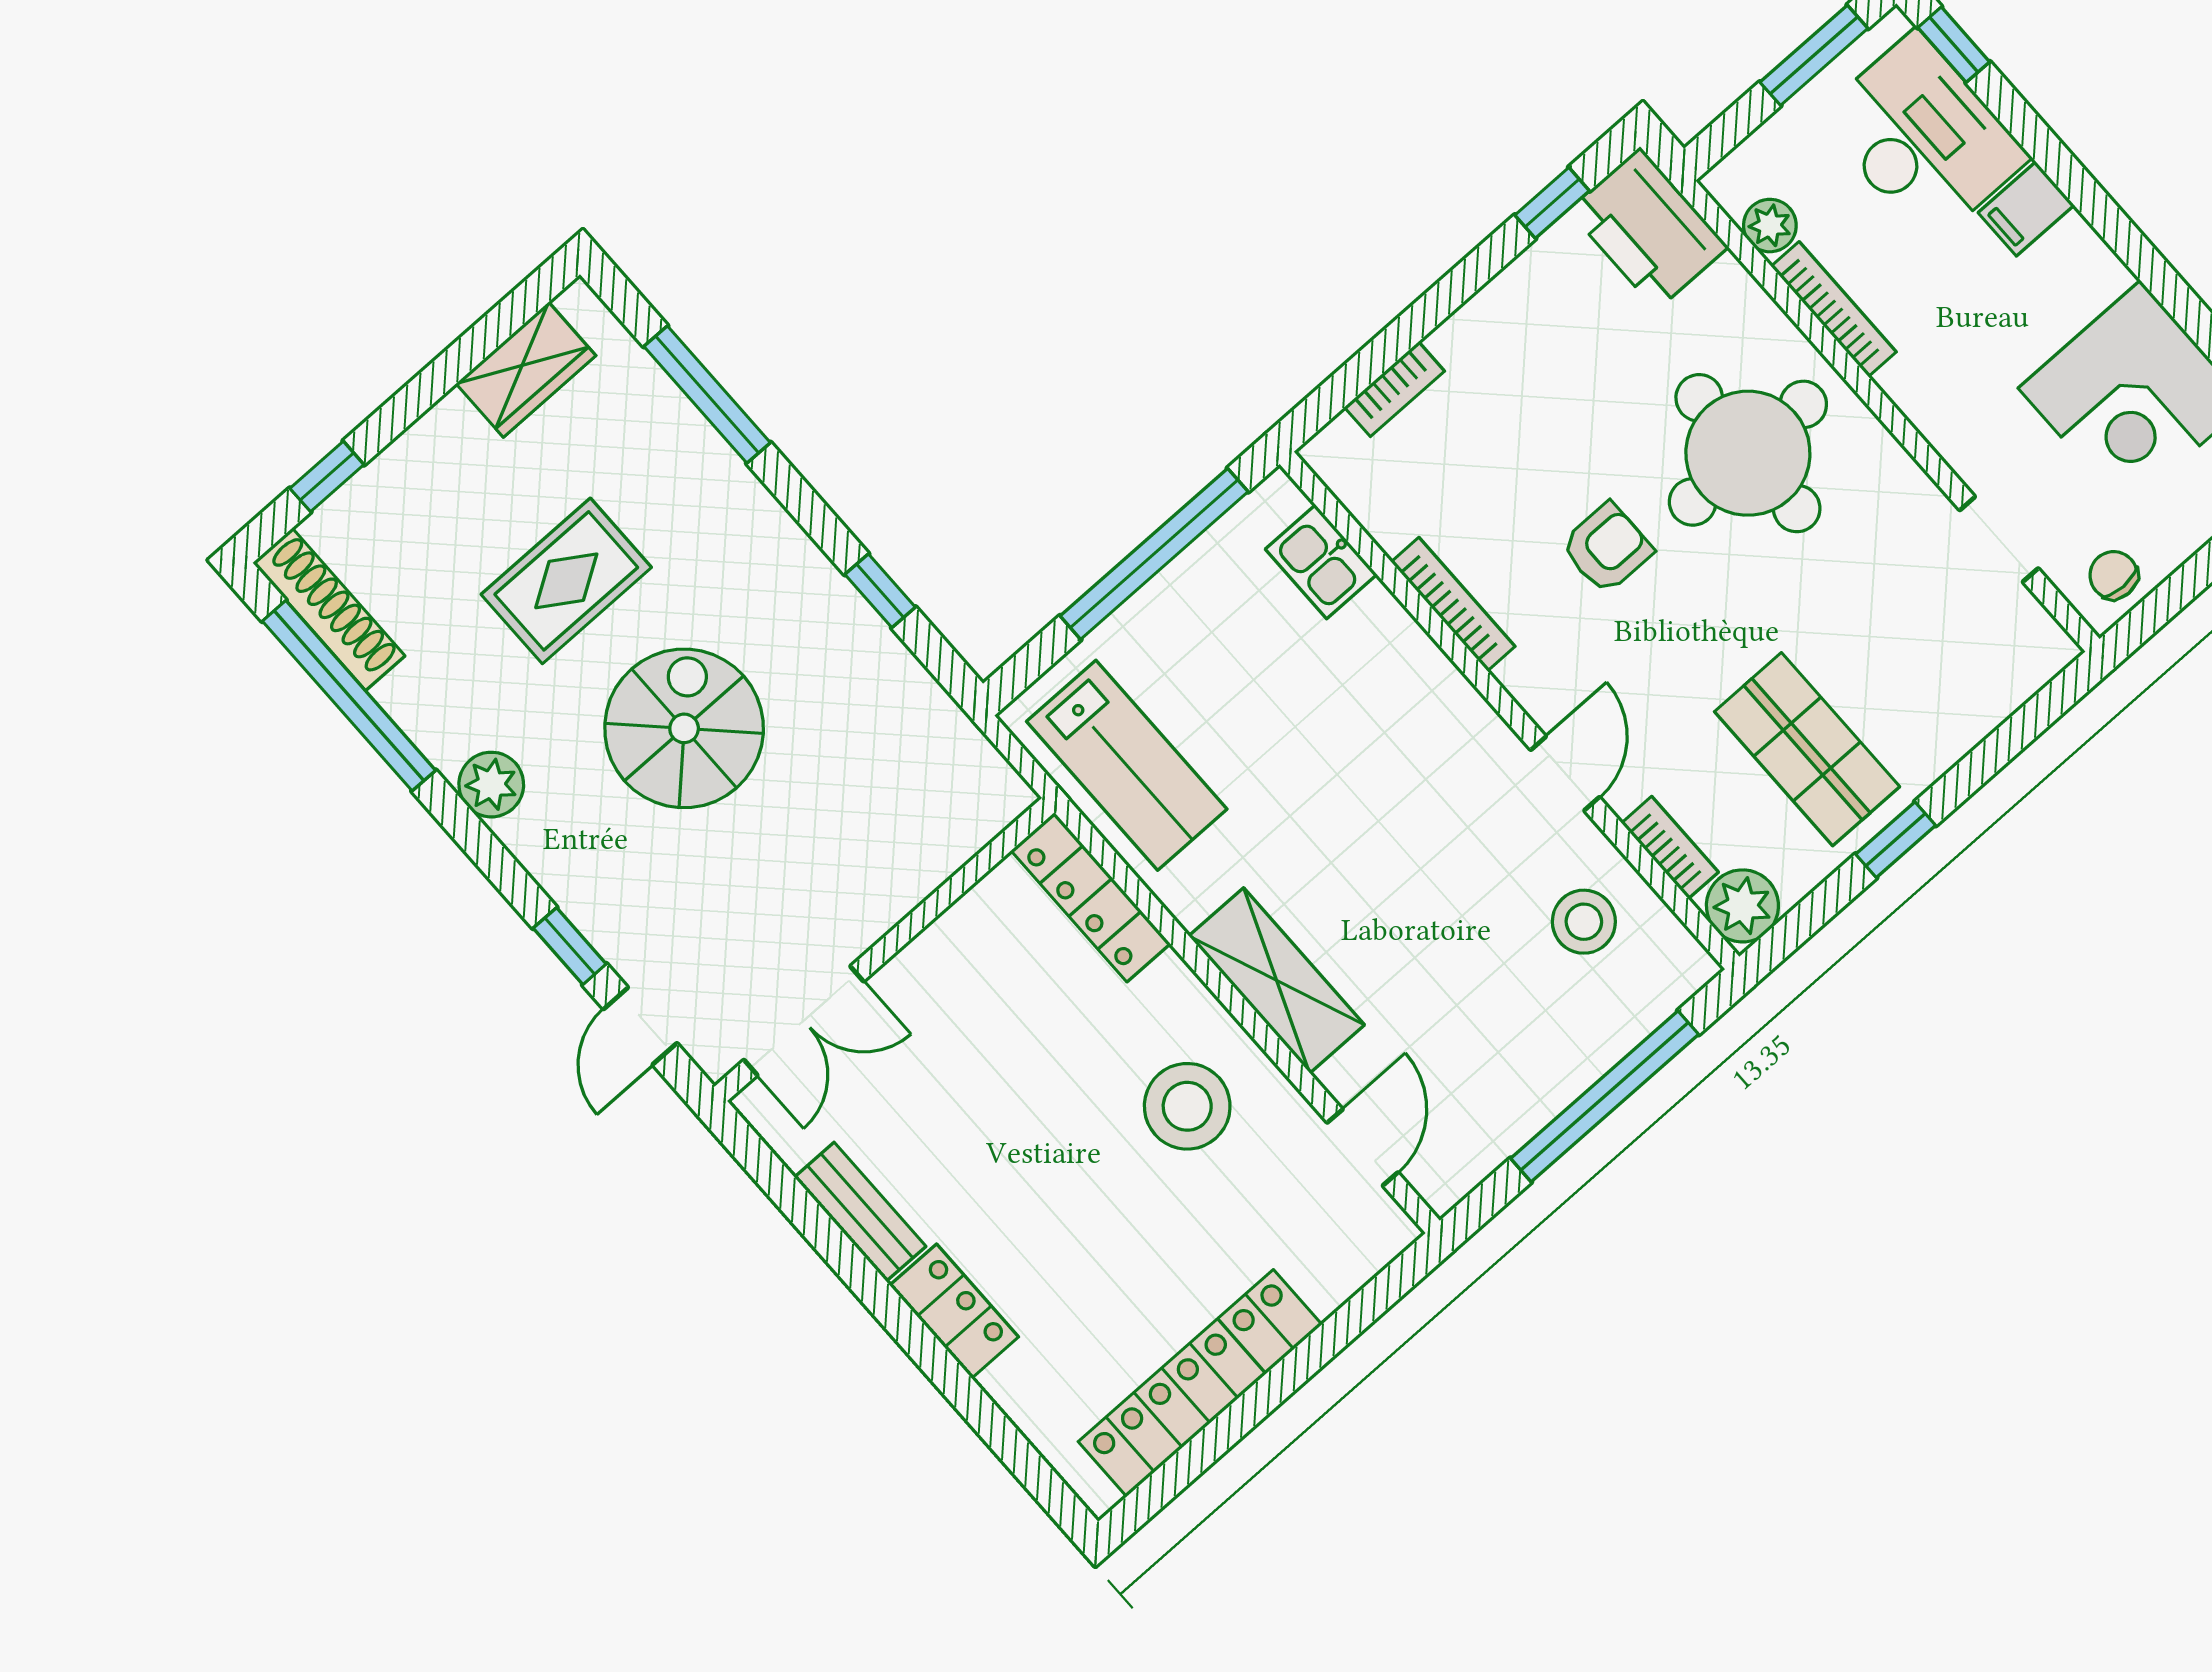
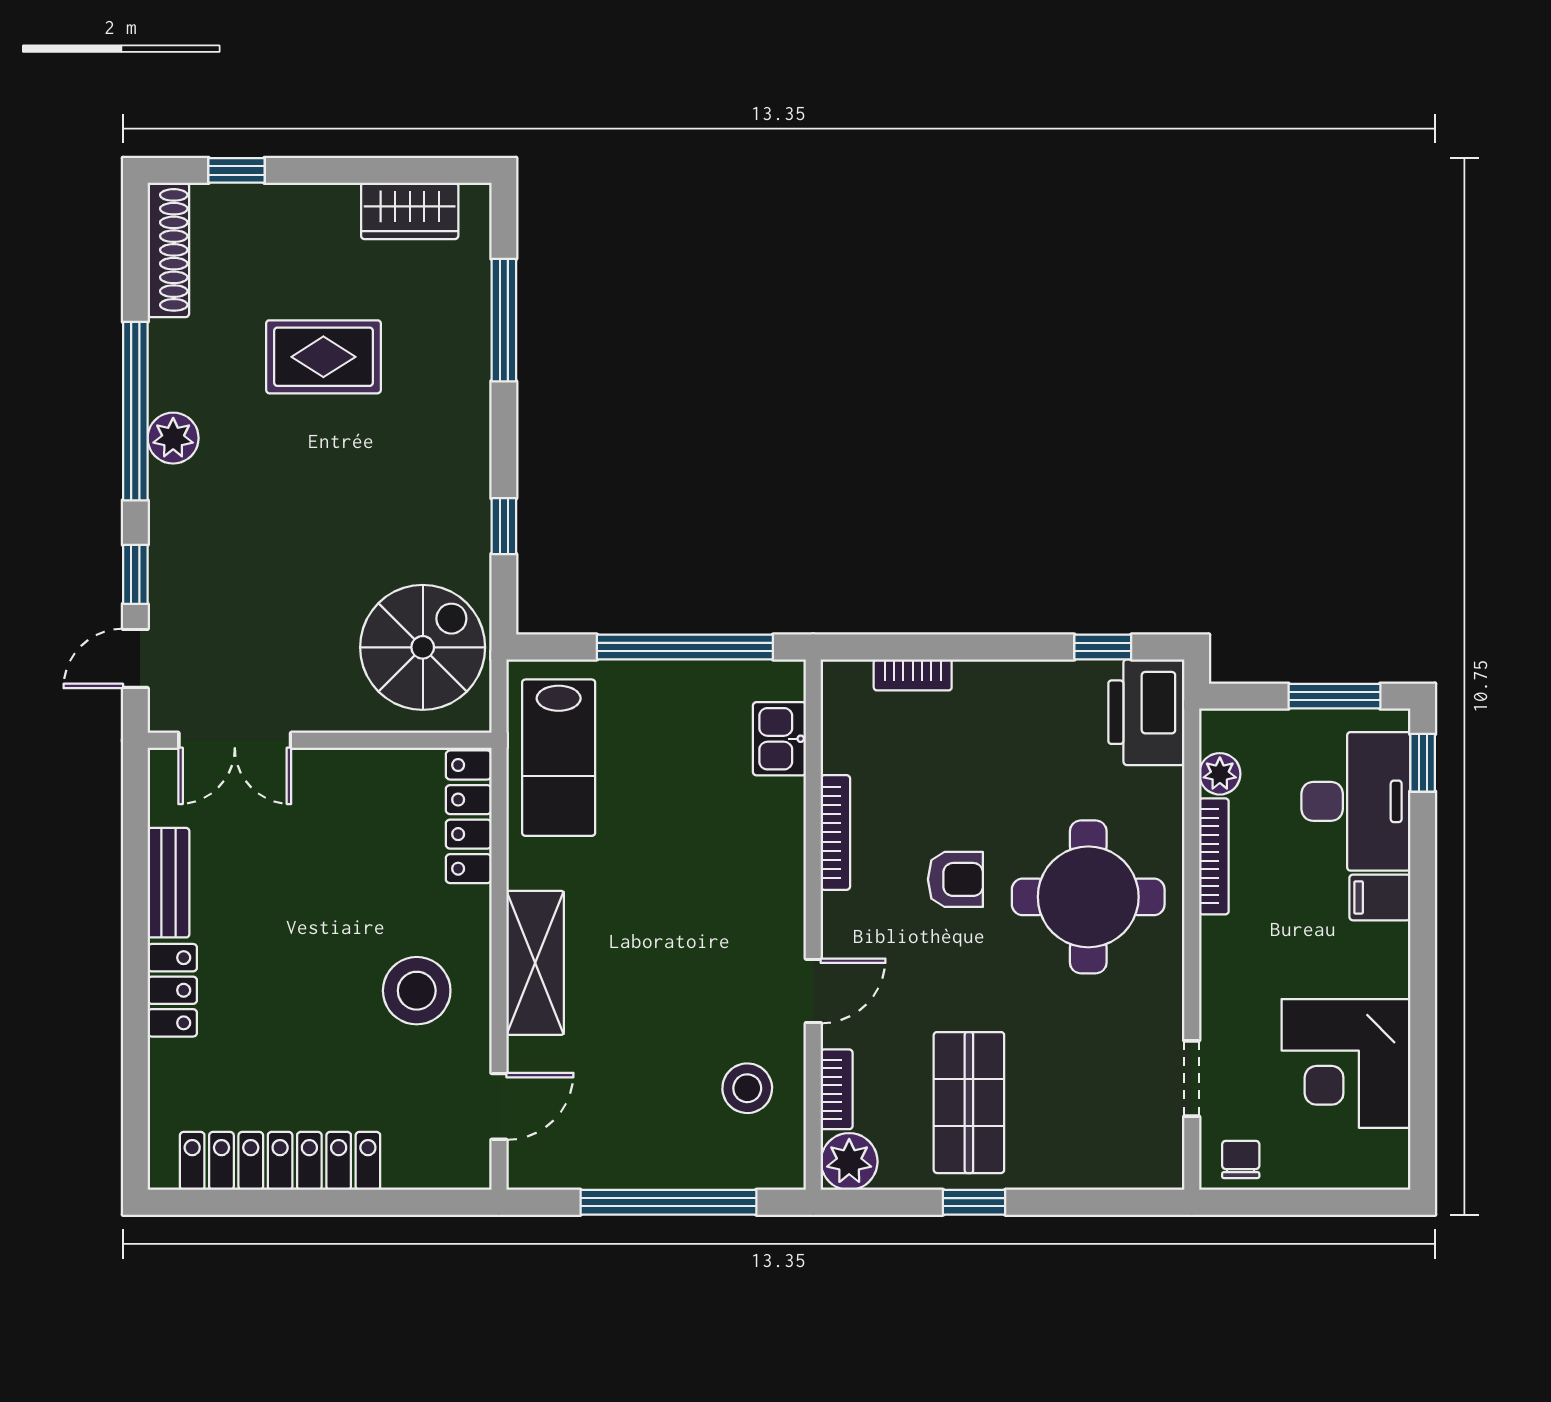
window: (349, 696) -> (135, 411), moved
spiral stairs: (684, 728) -> (423, 647), moved

